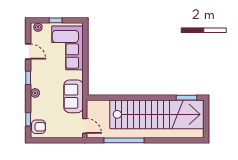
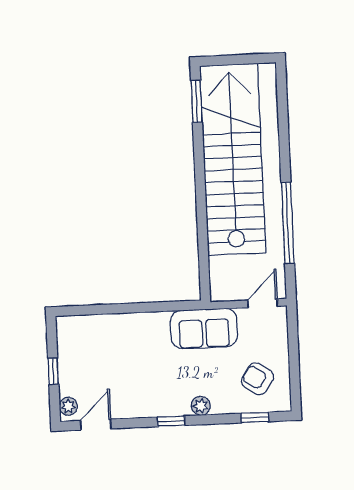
corner sofa: (67, 48) -> (107, 345), removed
door: (28, 51) -> (96, 425), moved
armchair: (38, 127) -> (257, 379), moved, turned -57

